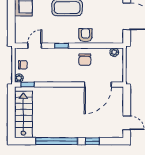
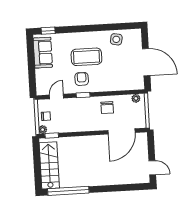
armchair: (85, 35) -> (82, 79), moved
window: (57, 141) -> (68, 191), moved
window: (92, 141) -> (119, 188), removed

